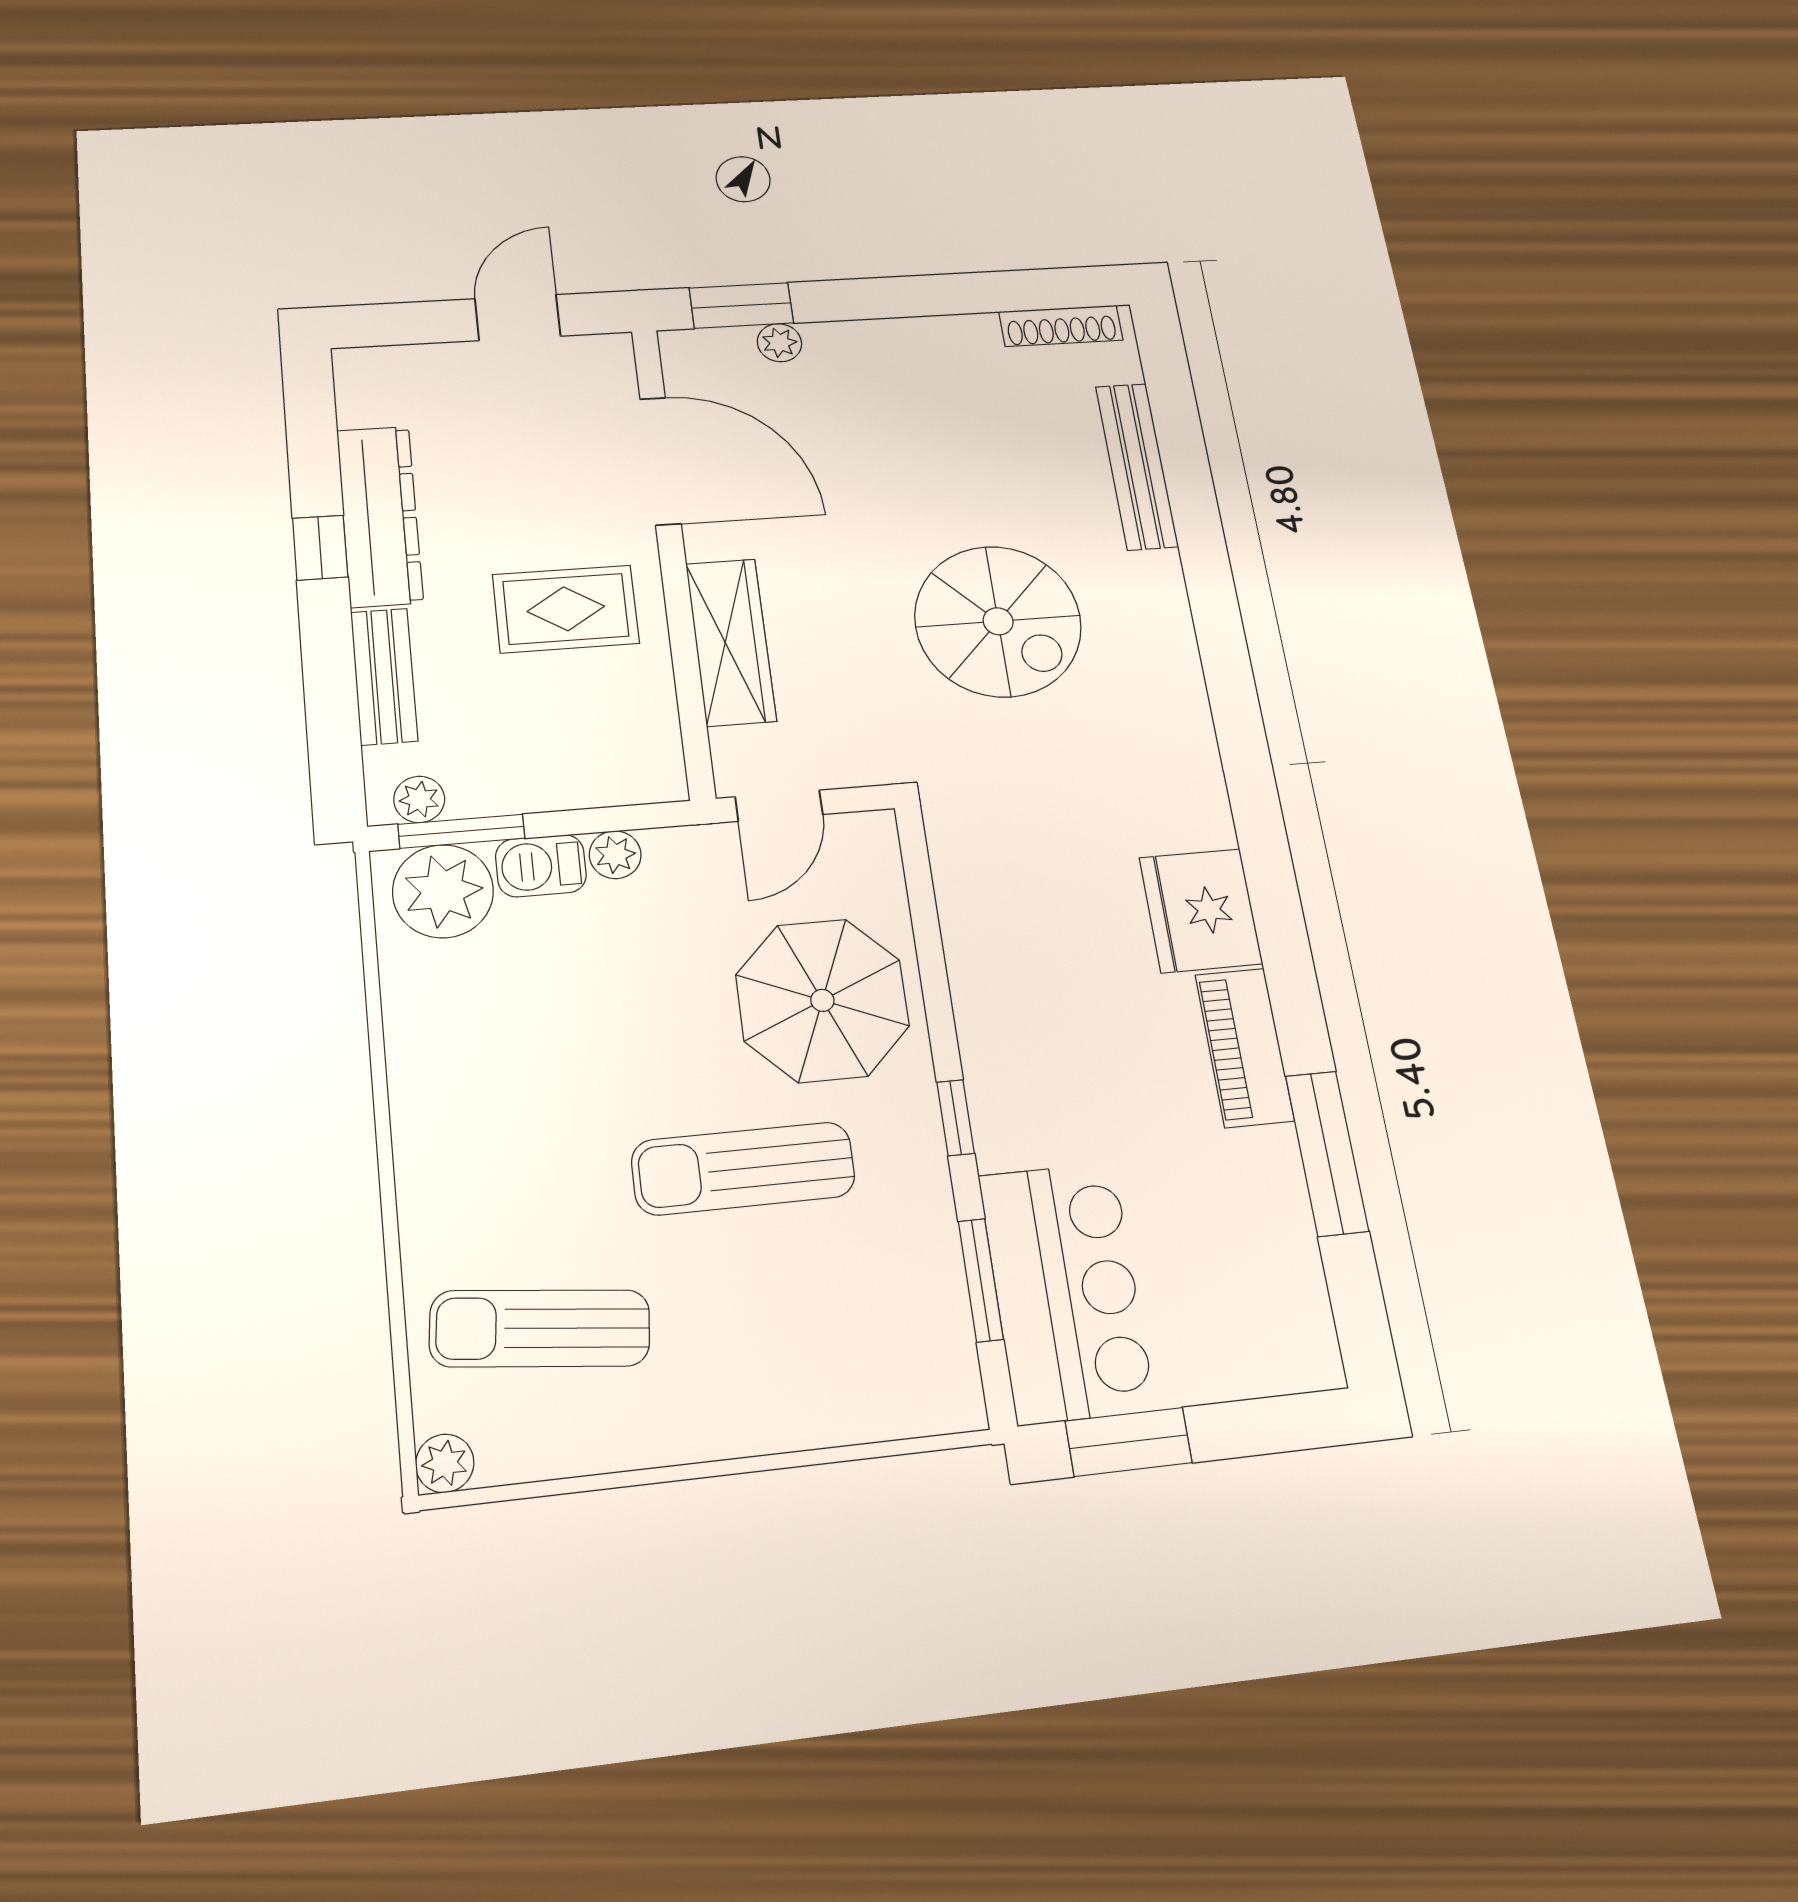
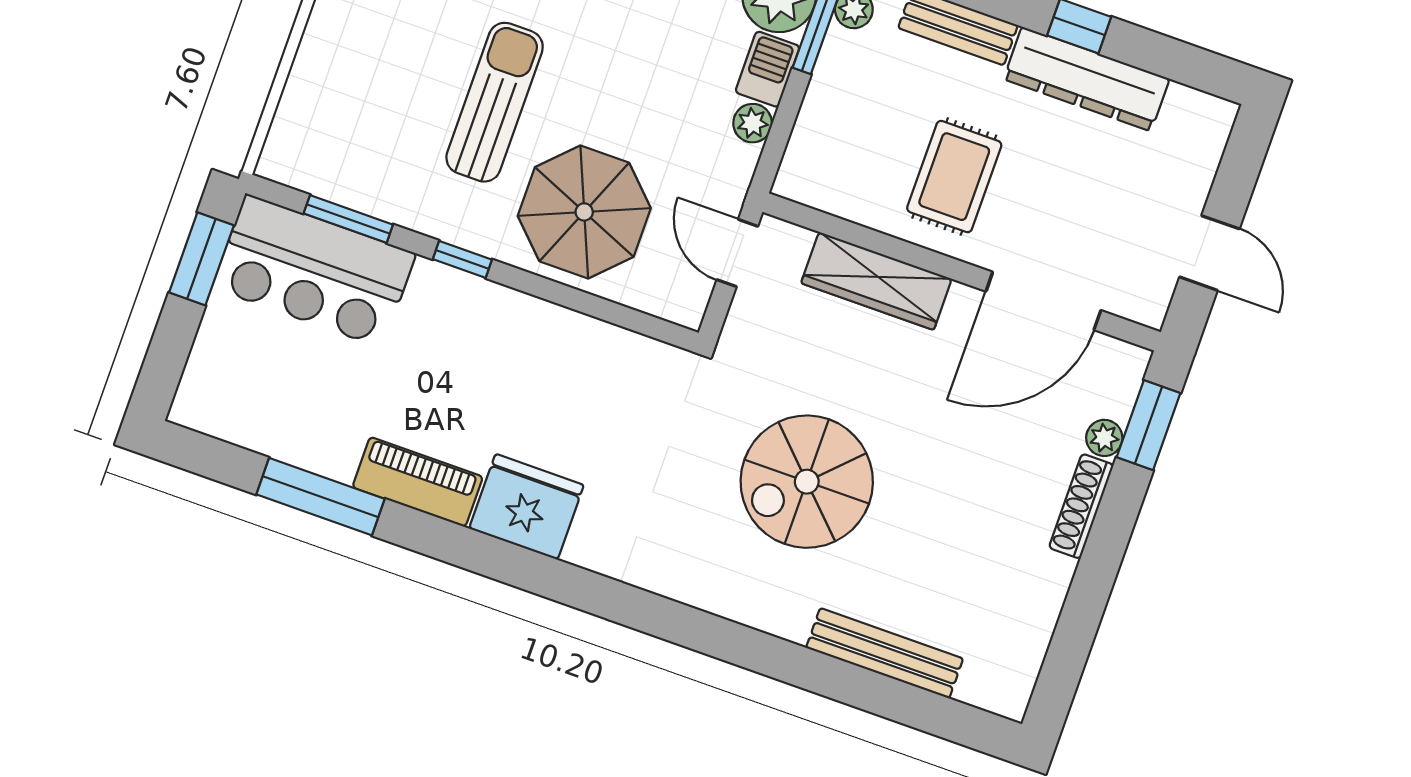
shoe rack: (1061, 326) -> (1081, 506), moved

